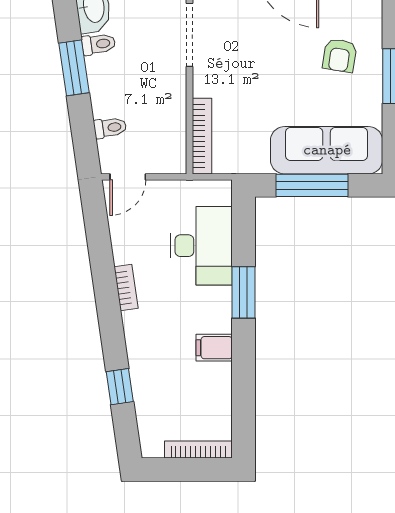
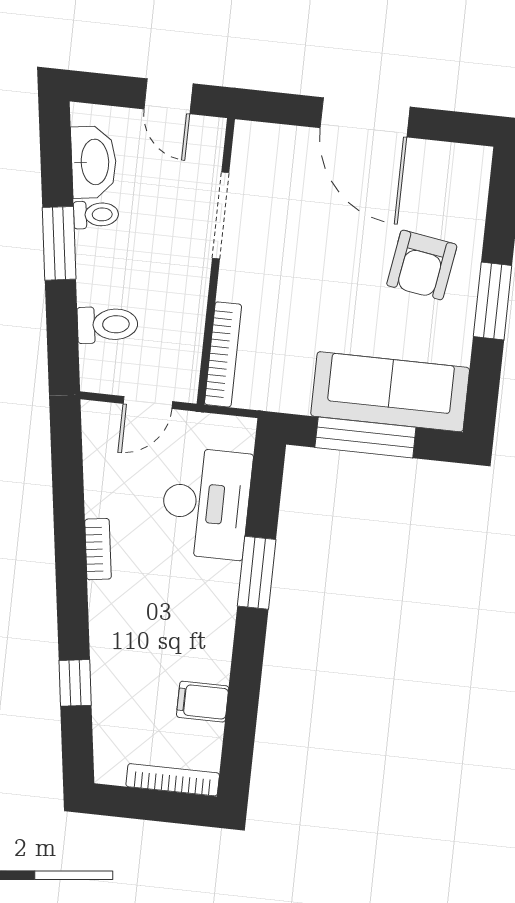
armchair: (340, 55) -> (422, 265), width x1.38, depth x1.38
toilet: (110, 128) -> (108, 325), width x1.37, depth x1.39
door: (128, 177) -> (148, 402), moved
filing cabinet: (214, 348) -> (203, 702), moved

